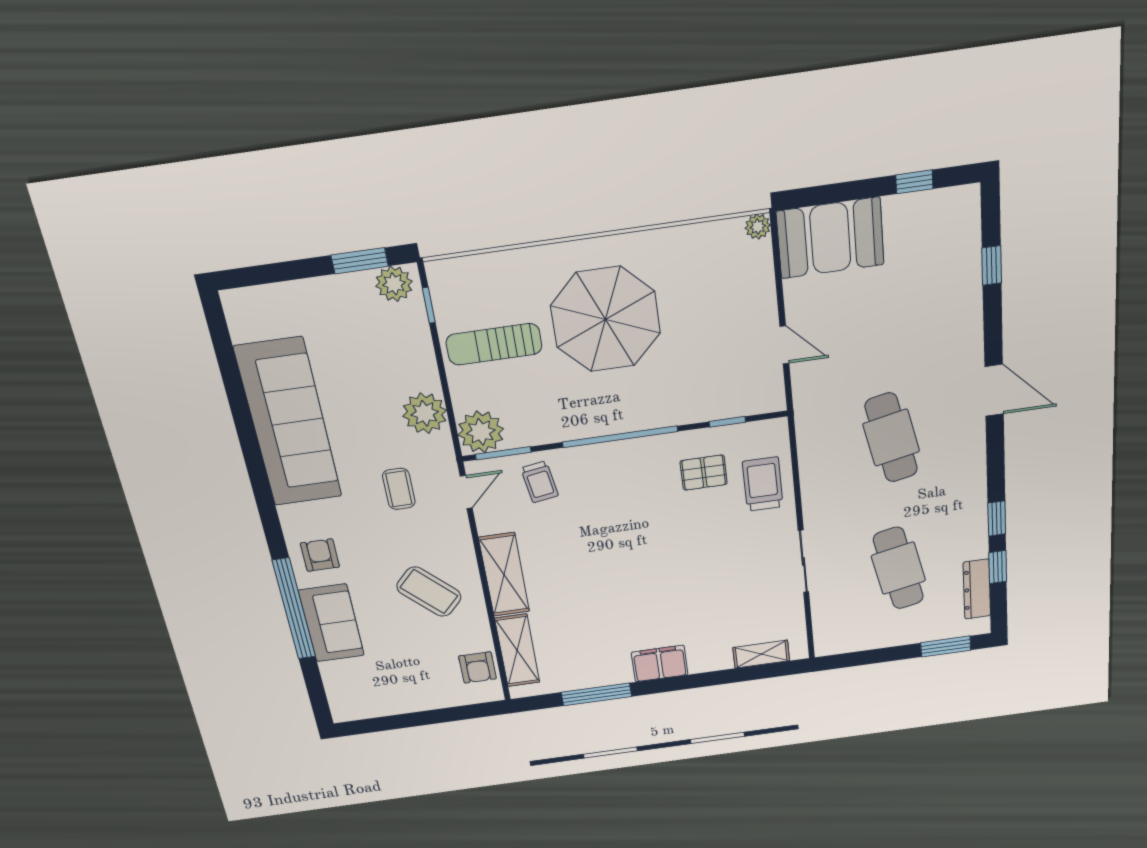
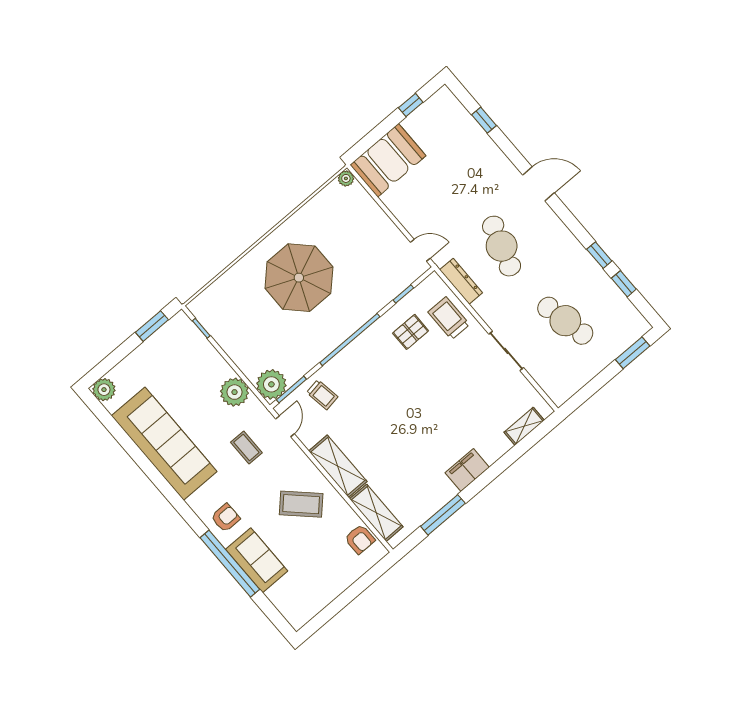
plant: (394, 284) -> (104, 390), moved
sun lounger: (494, 344) -> (248, 329), removed
door: (784, 345) -> (420, 250), moved
cafe table: (891, 438) -> (502, 246), turned 30
armchair: (320, 555) -> (226, 518), turned 90
dresser: (977, 589) -> (461, 281), moved, turned 180

